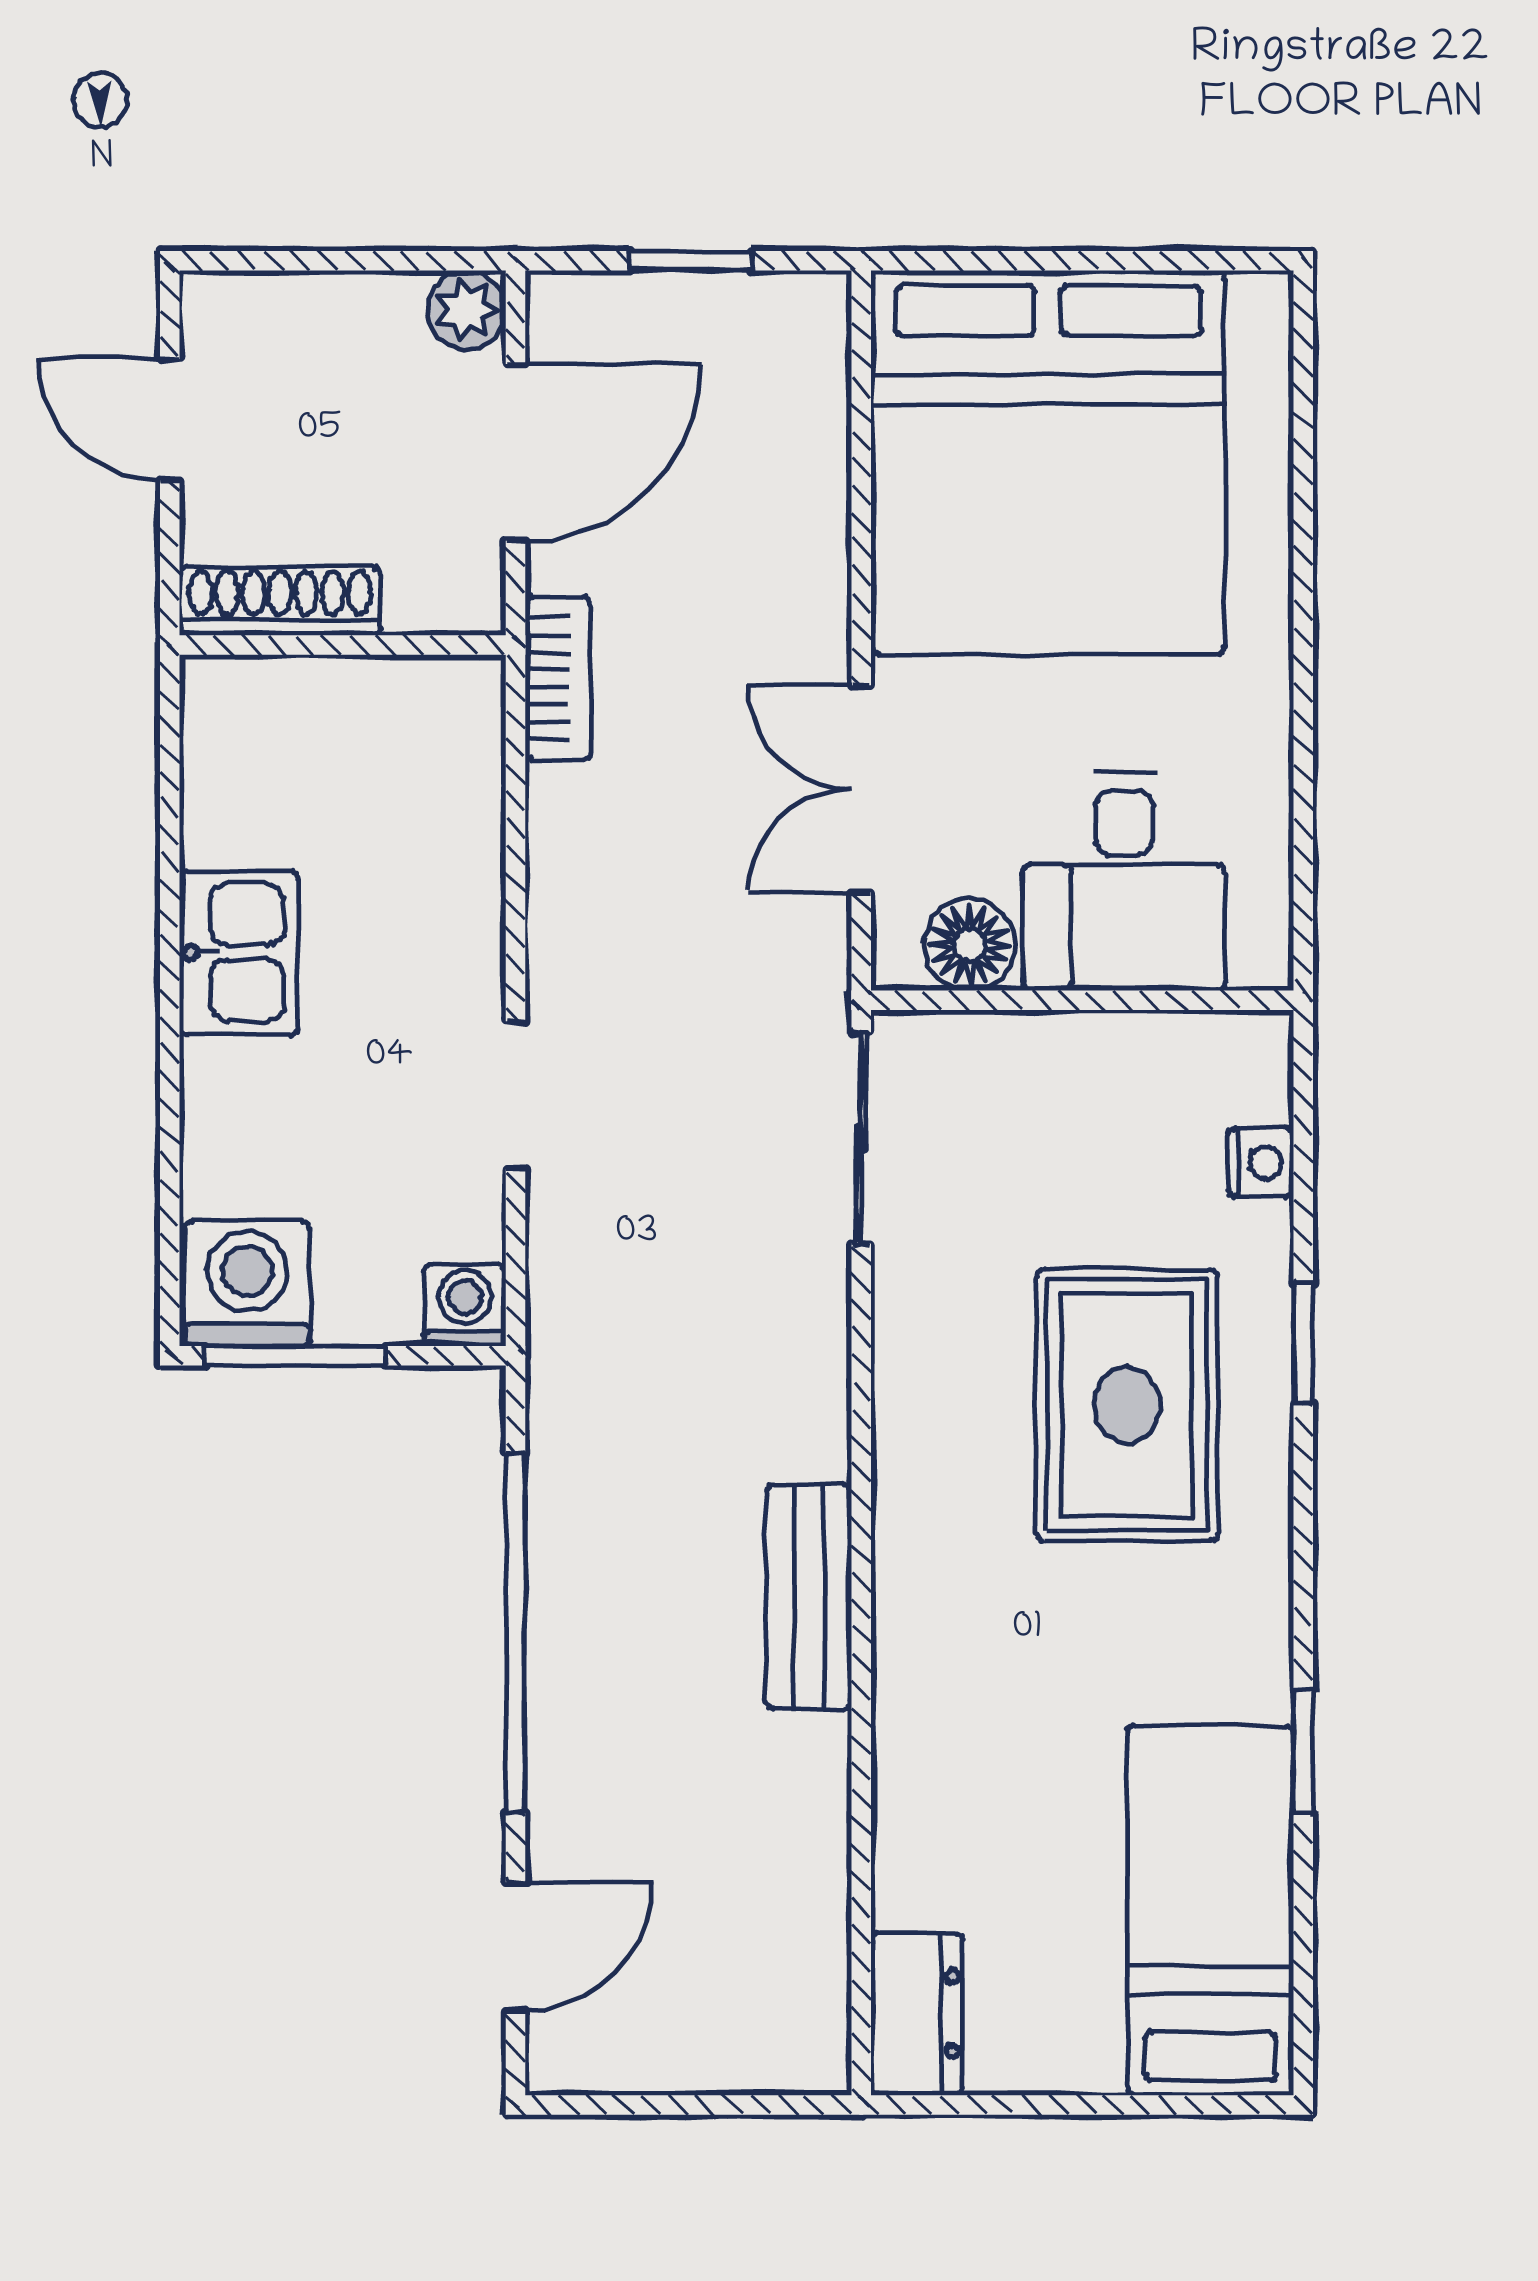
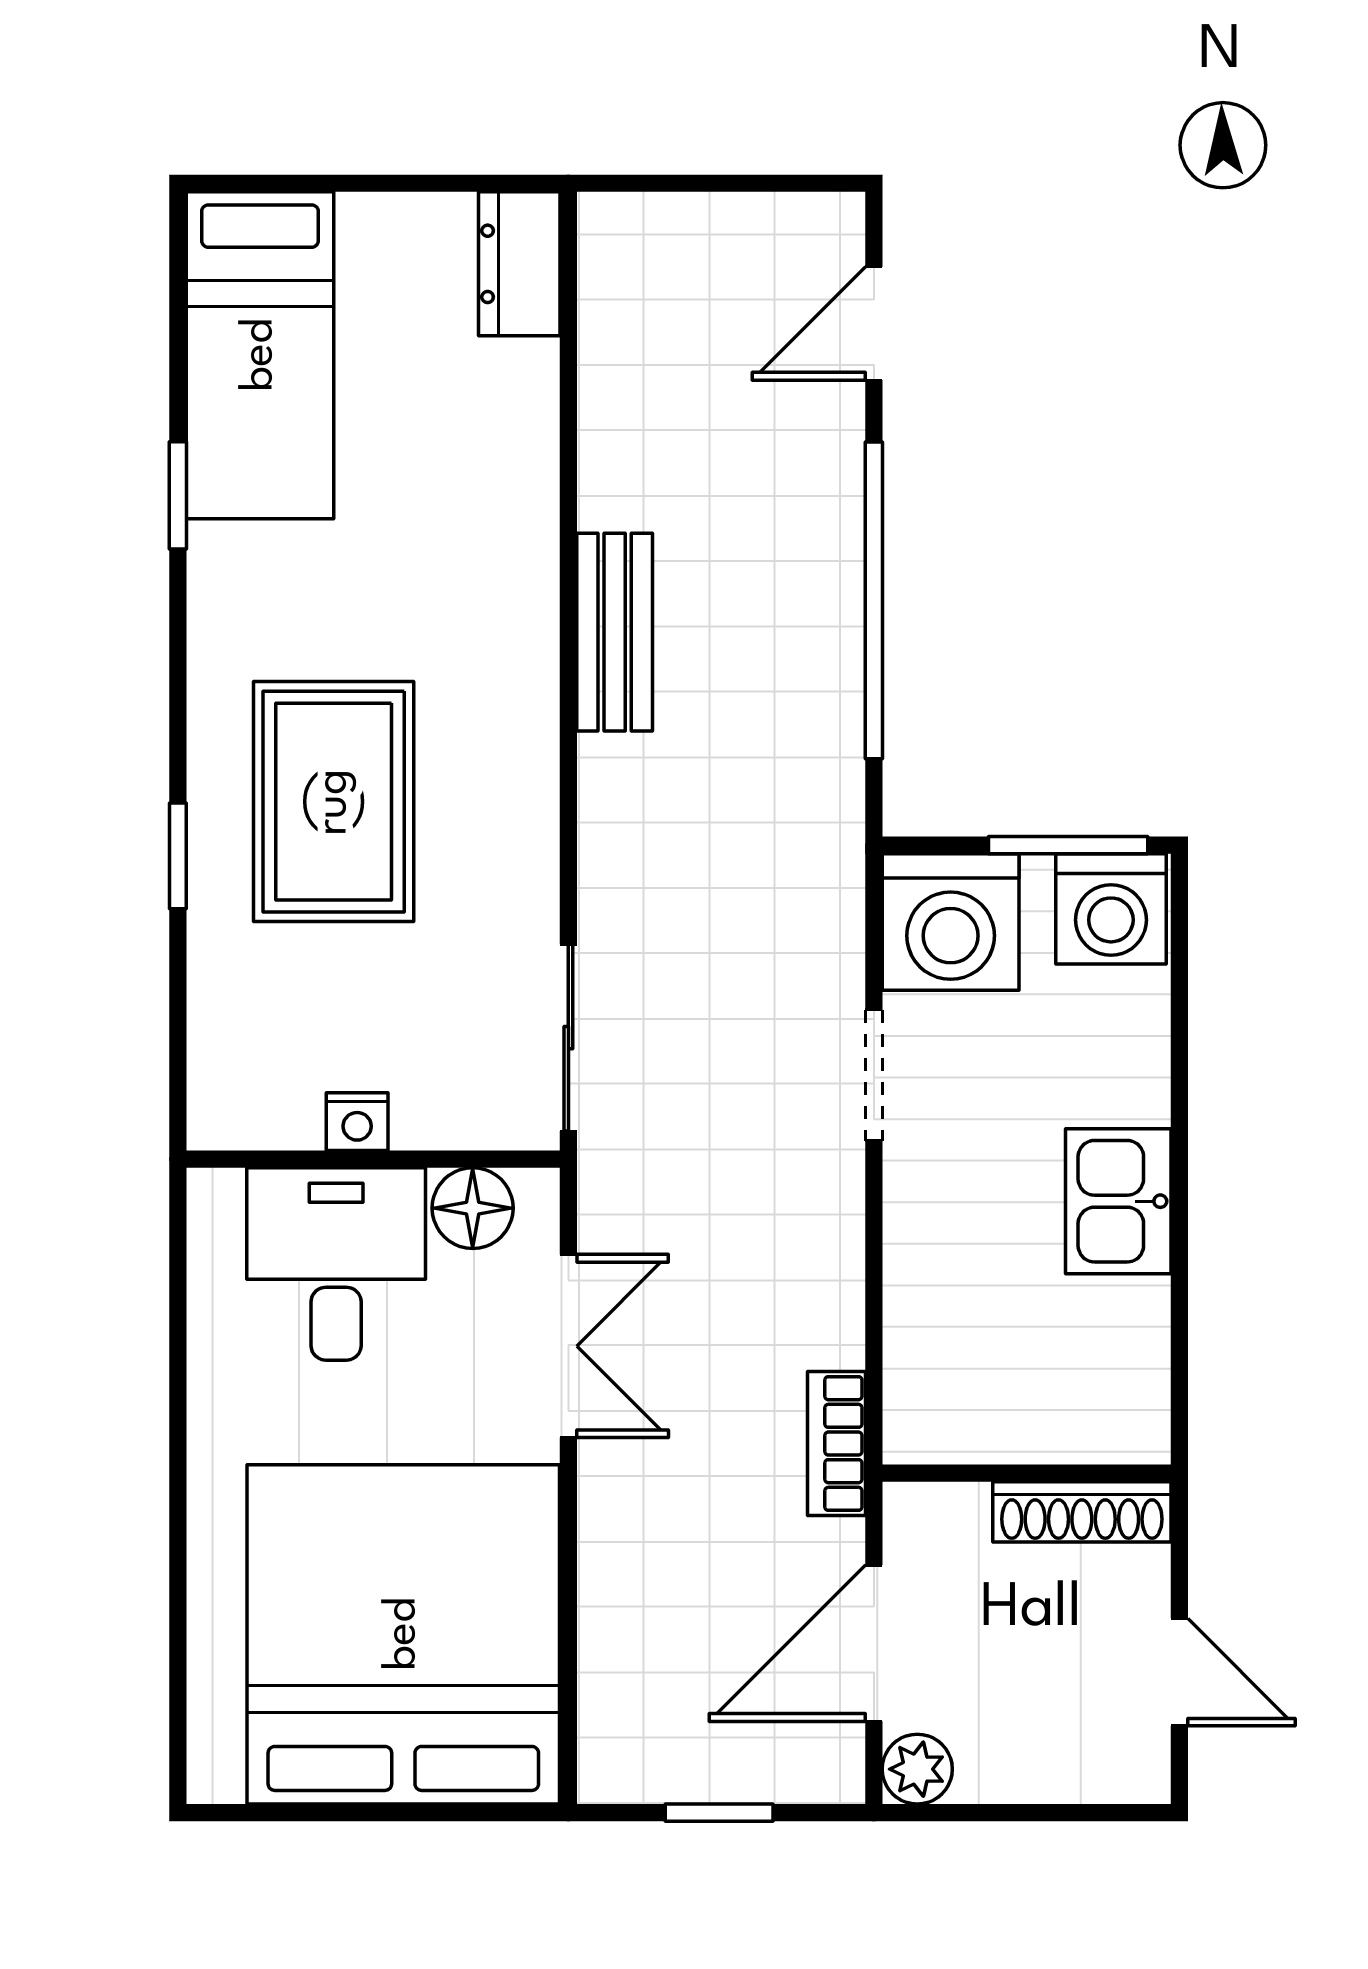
nightstand: (1261, 1163) -> (357, 1122), moved, turned -90
washing machine: (465, 1305) -> (951, 922), width x1.89, depth x1.89

